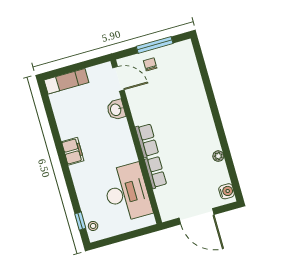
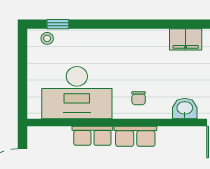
chair: (118, 146) -> (139, 98), added
filing cabinet: (73, 151) -> (186, 39), moved

